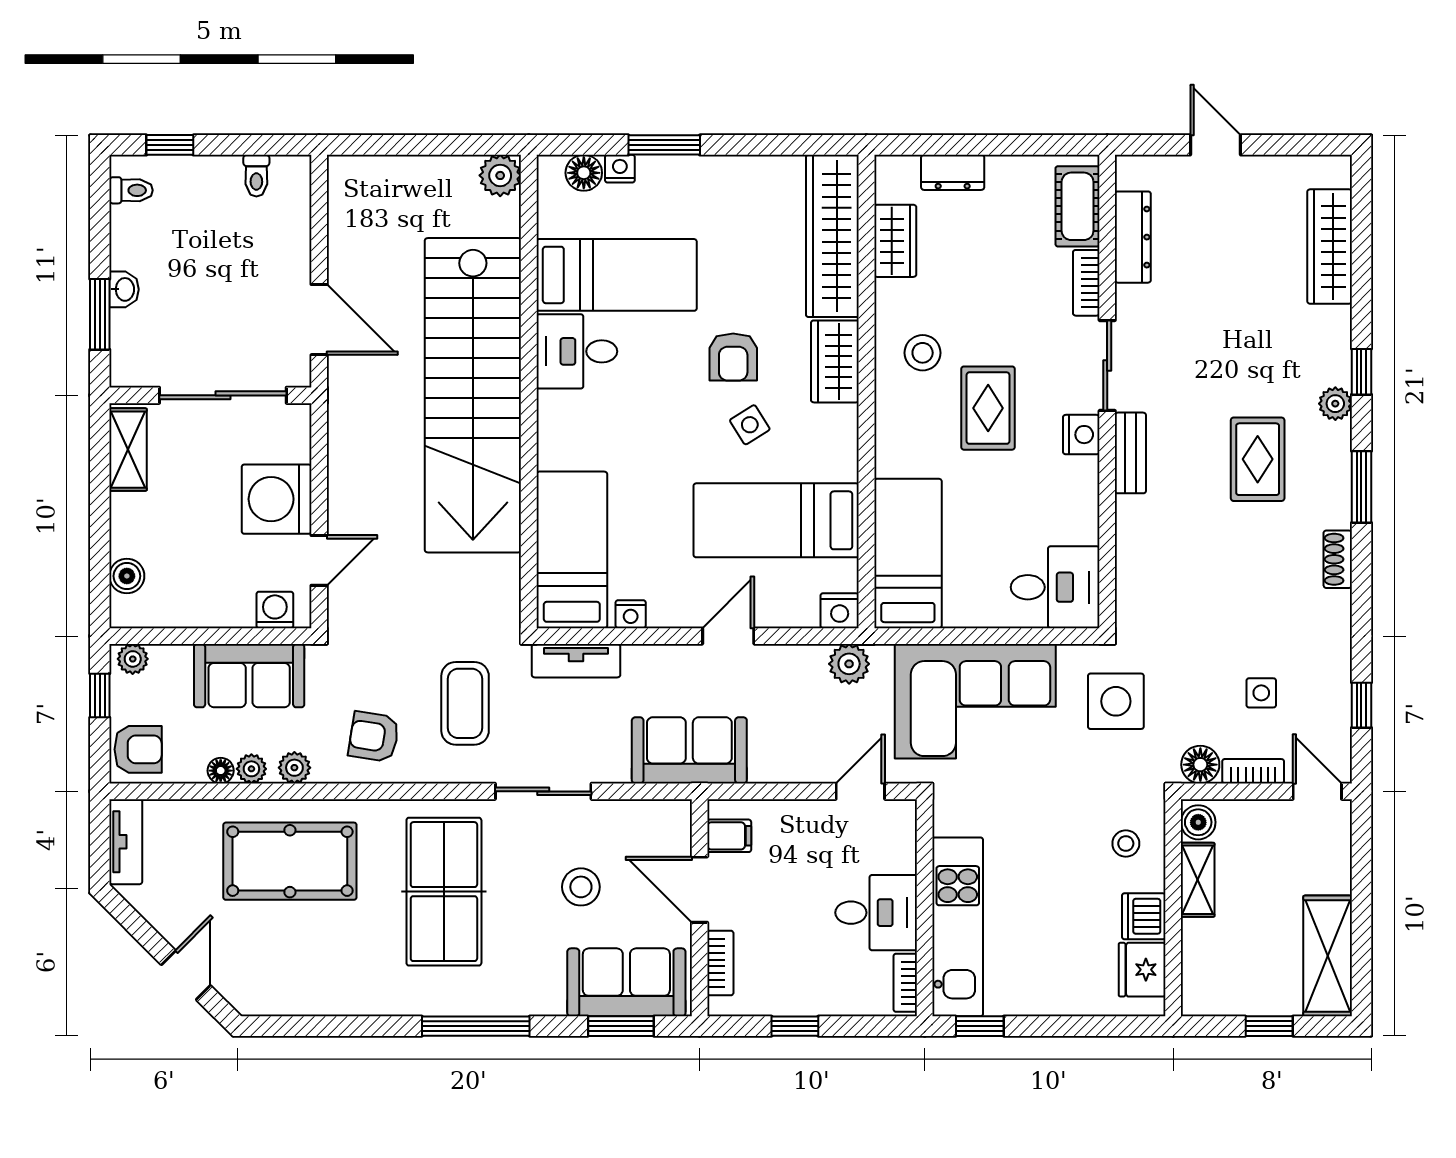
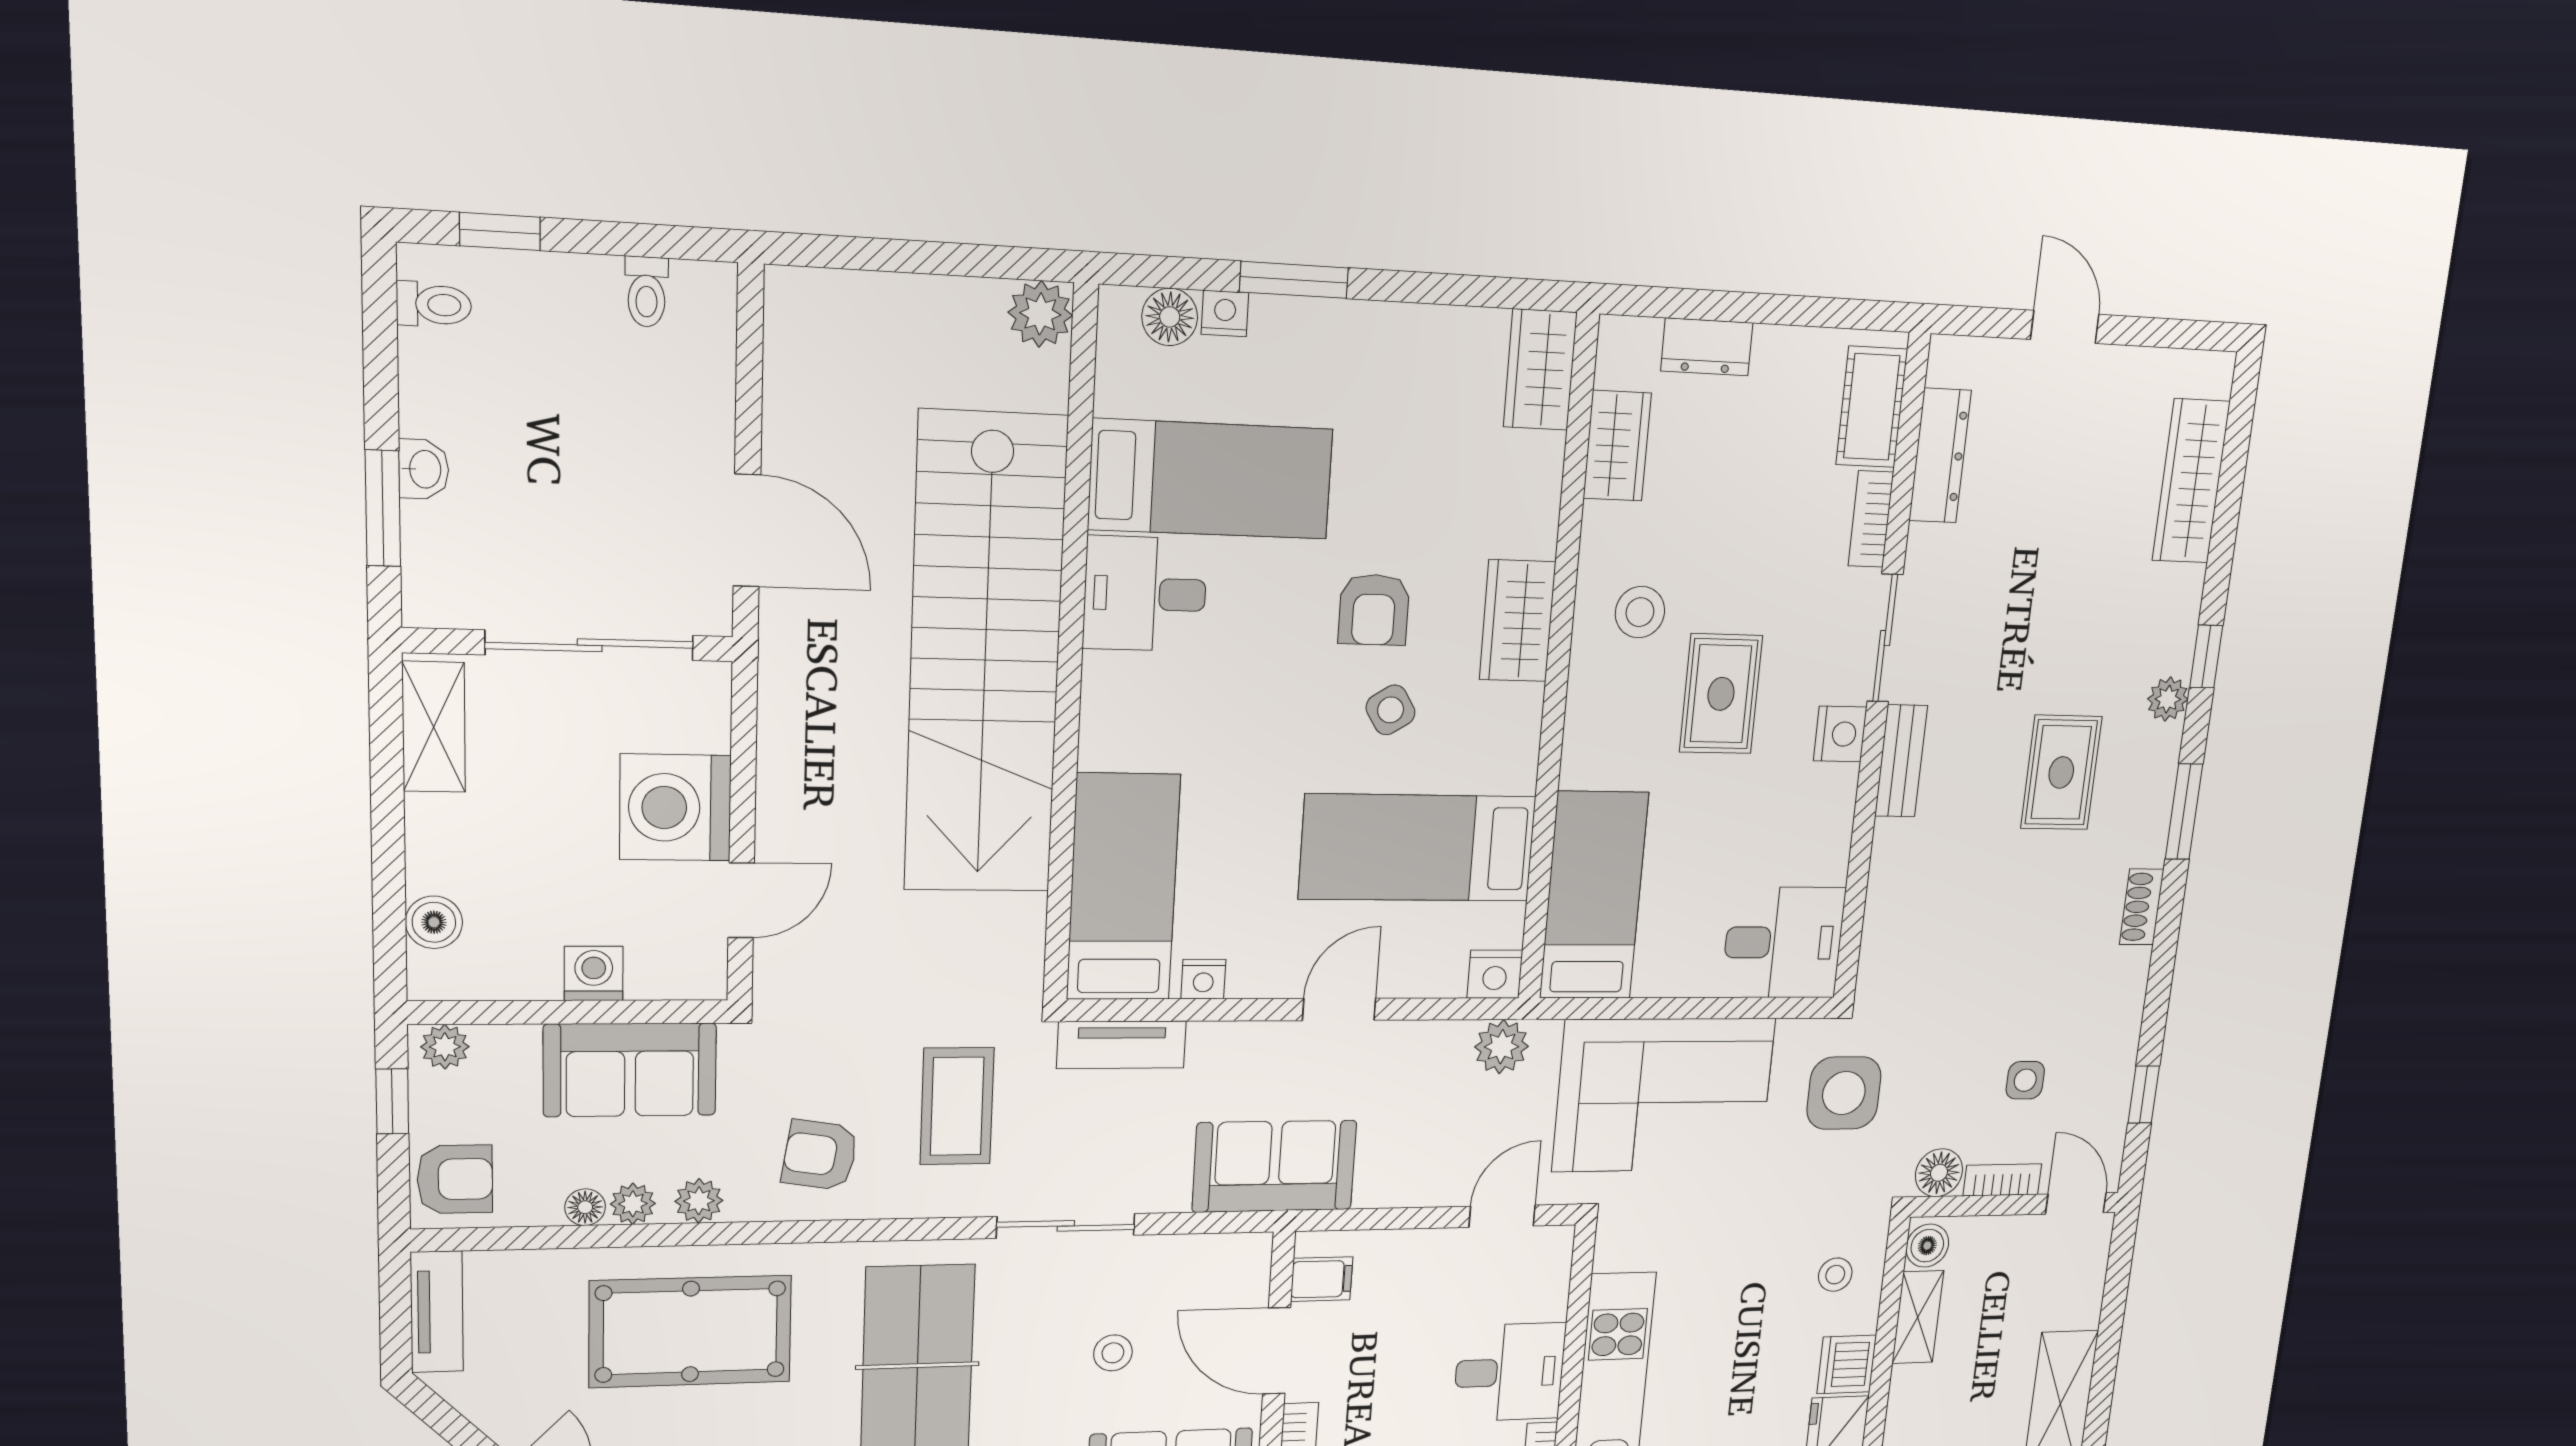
wardrobe: (832, 236) -> (1540, 370), width x0.48, depth x0.85
washing machine: (275, 610) -> (594, 973), moved
stool: (581, 887) -> (1113, 1353), width x0.73, depth x0.73

